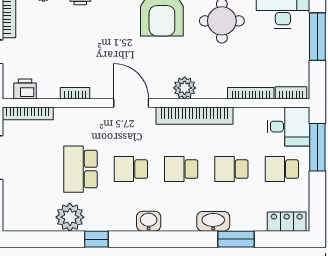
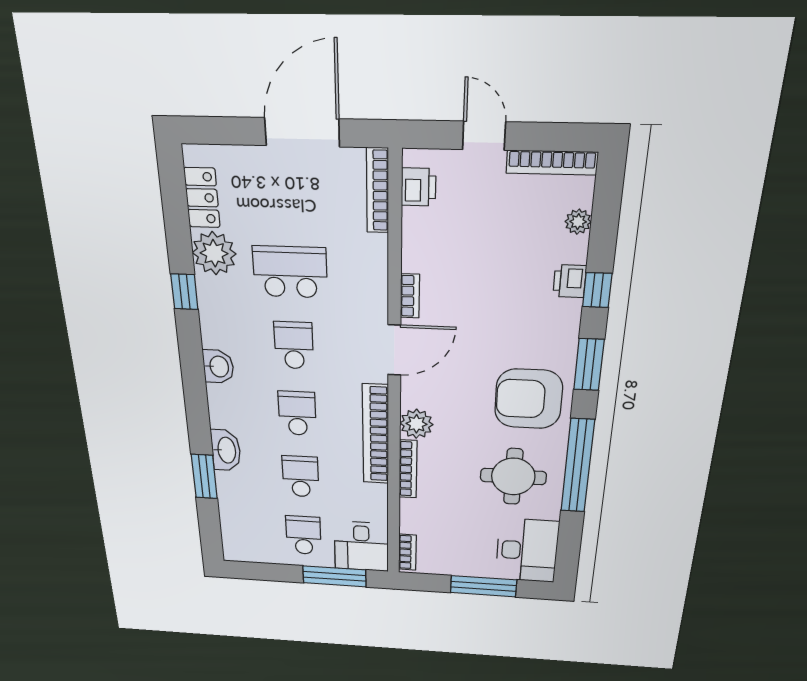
bookcase: (75, 93) -> (410, 296), moved
bookcase: (251, 93) -> (408, 469), moved
locker: (287, 222) -> (202, 198), moved

